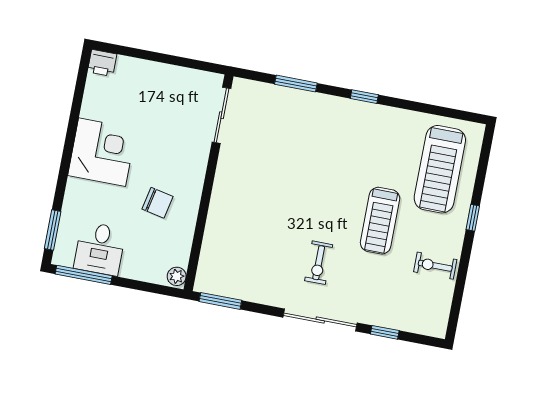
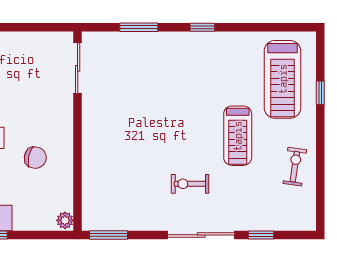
window: (473, 218) -> (320, 93), moved
exercise bike: (319, 263) -> (190, 184), turned 90
exercise bike: (435, 266) -> (295, 167), turned 98

